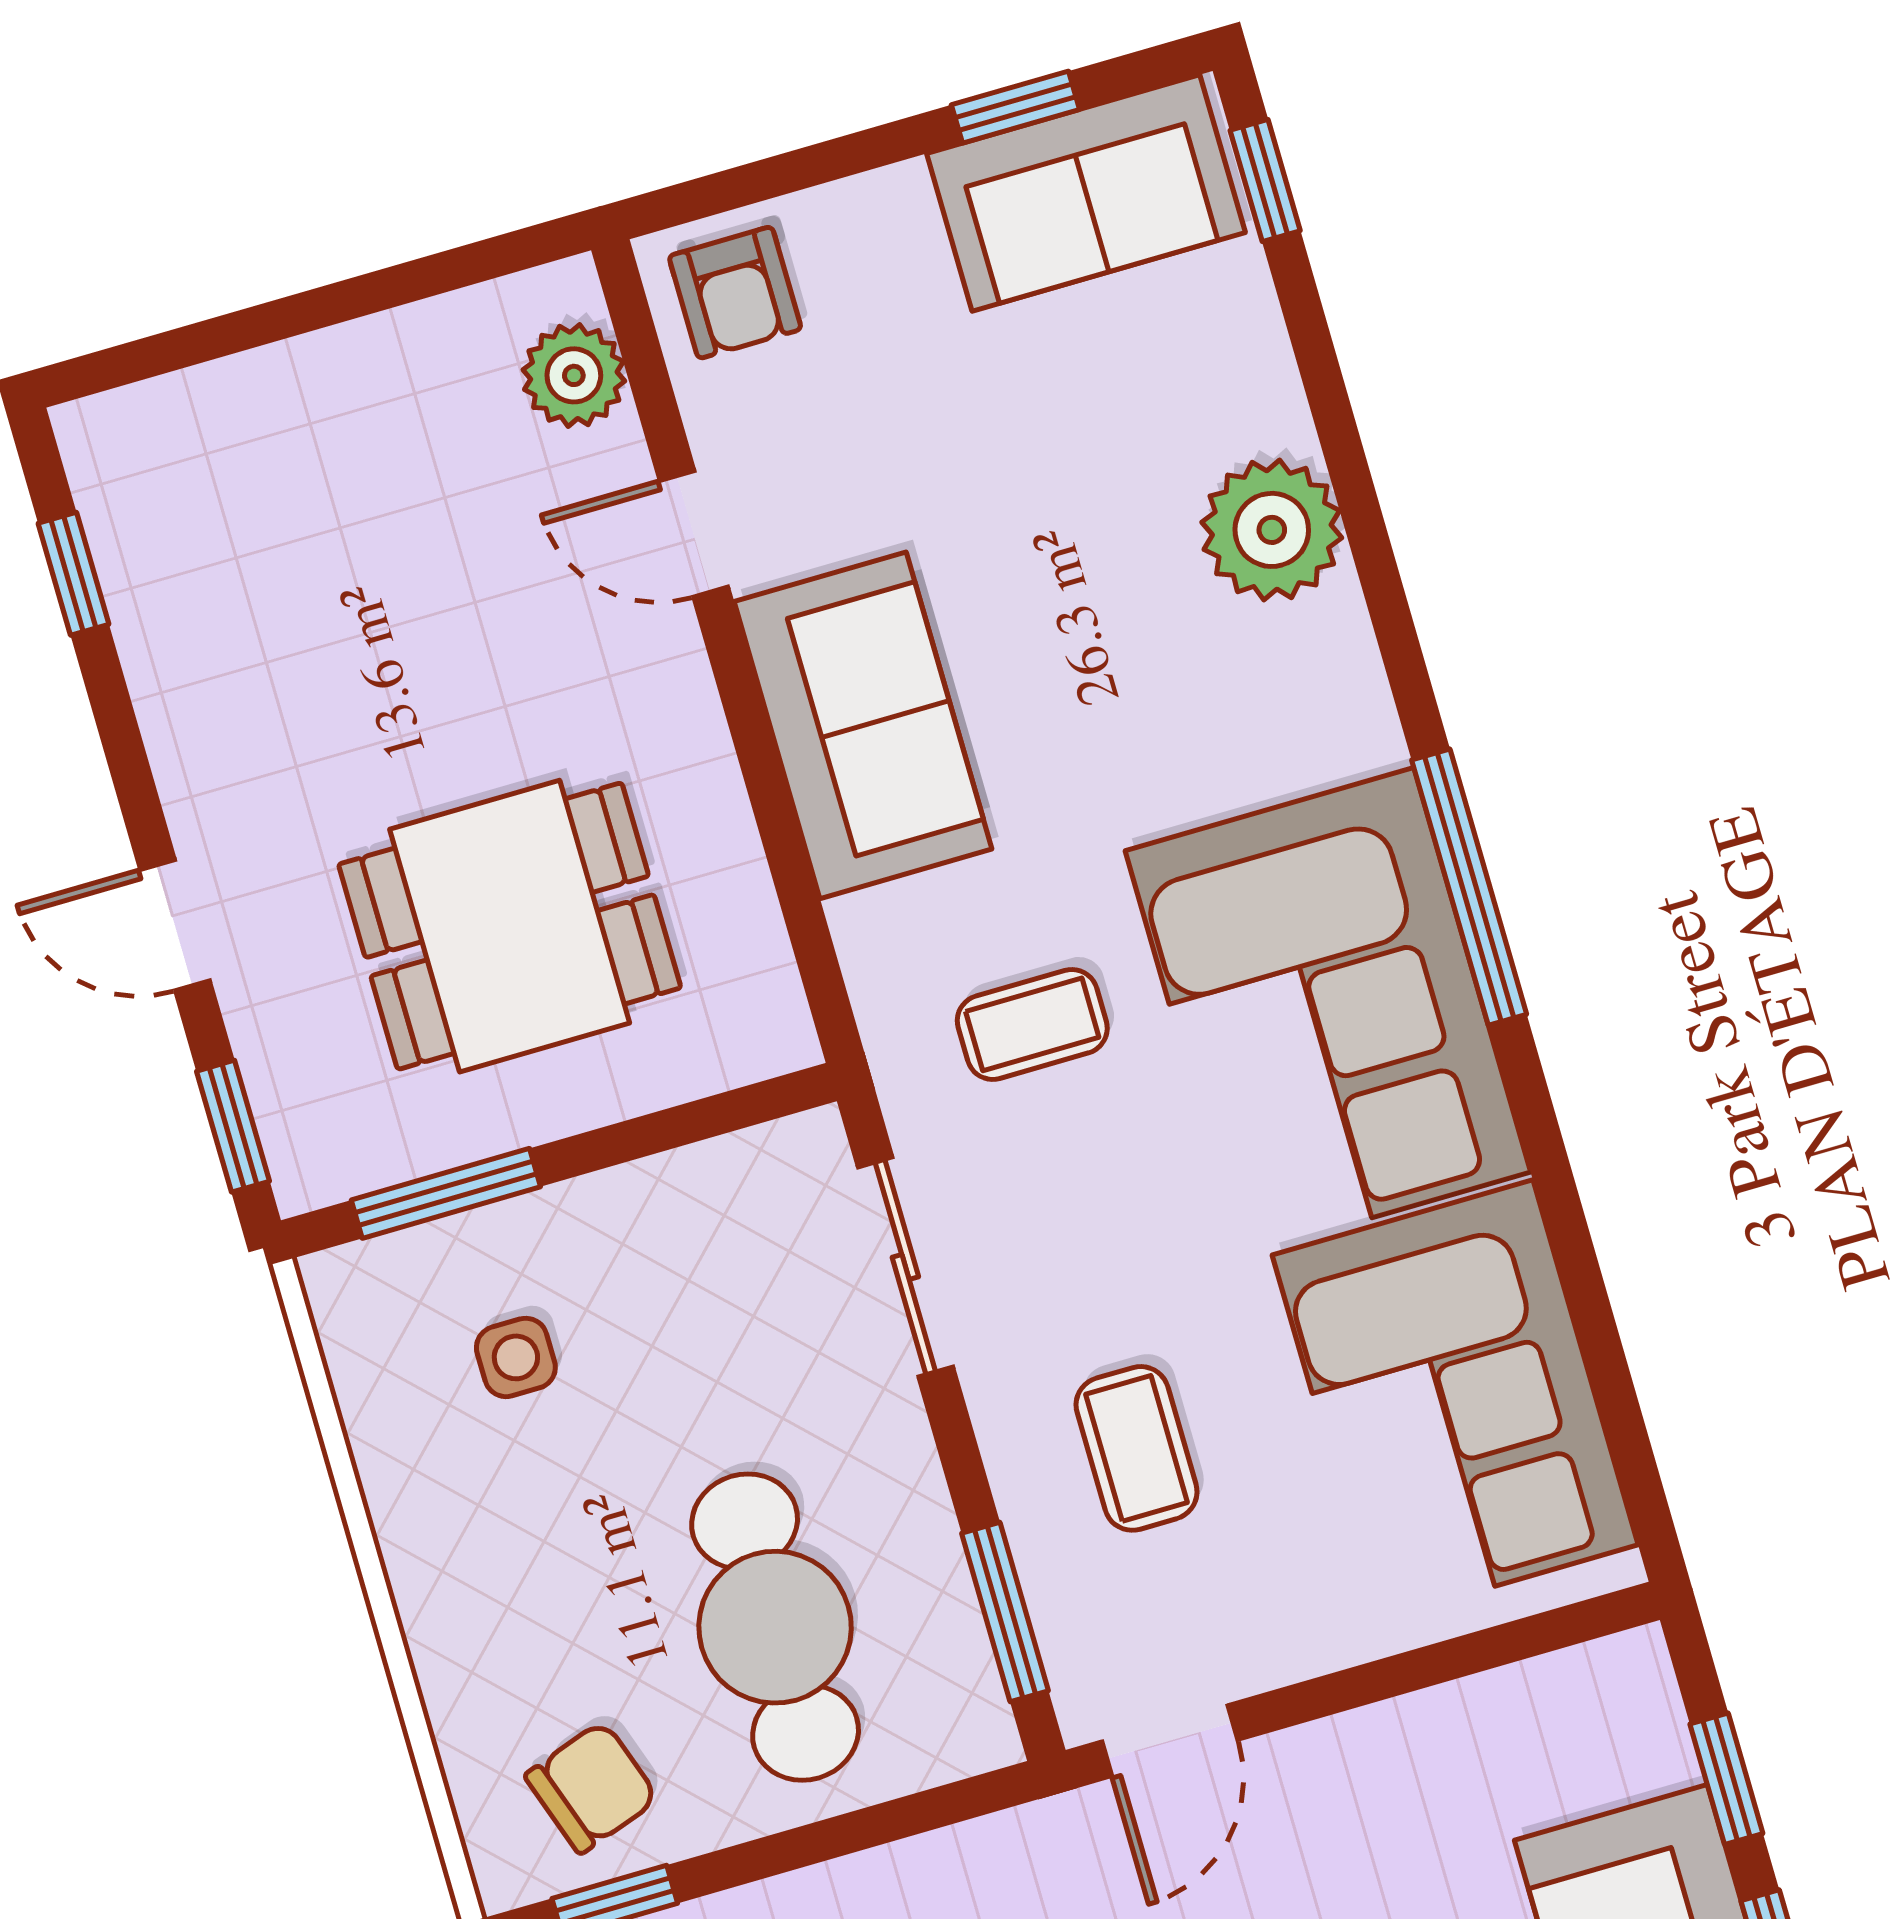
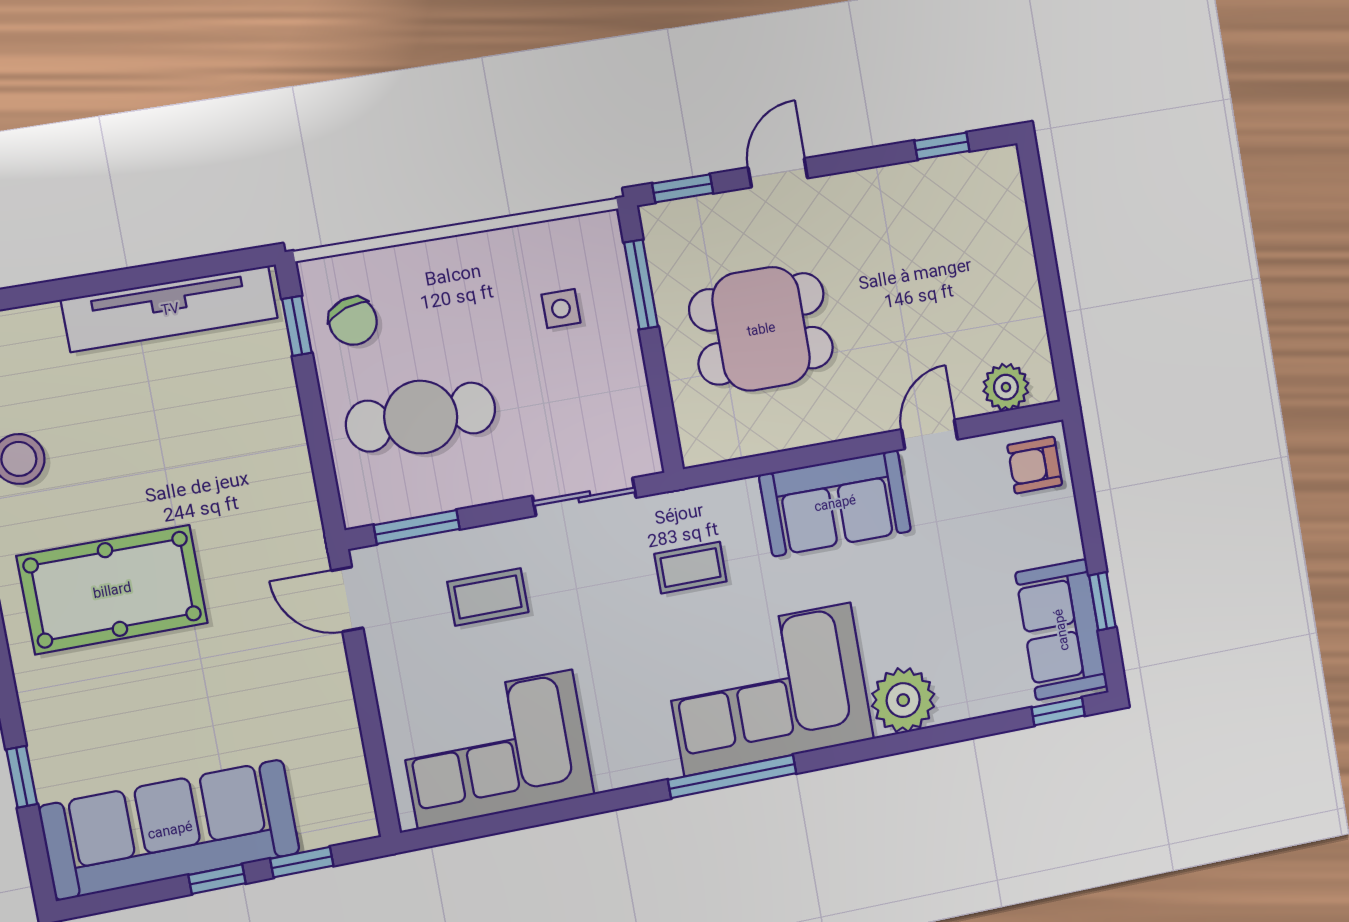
dining table: (510, 926) -> (761, 329), turned 90
corner sofa: (1328, 1011) -> (768, 689), moved
coffee table: (1032, 1024) -> (691, 568), turned 90

